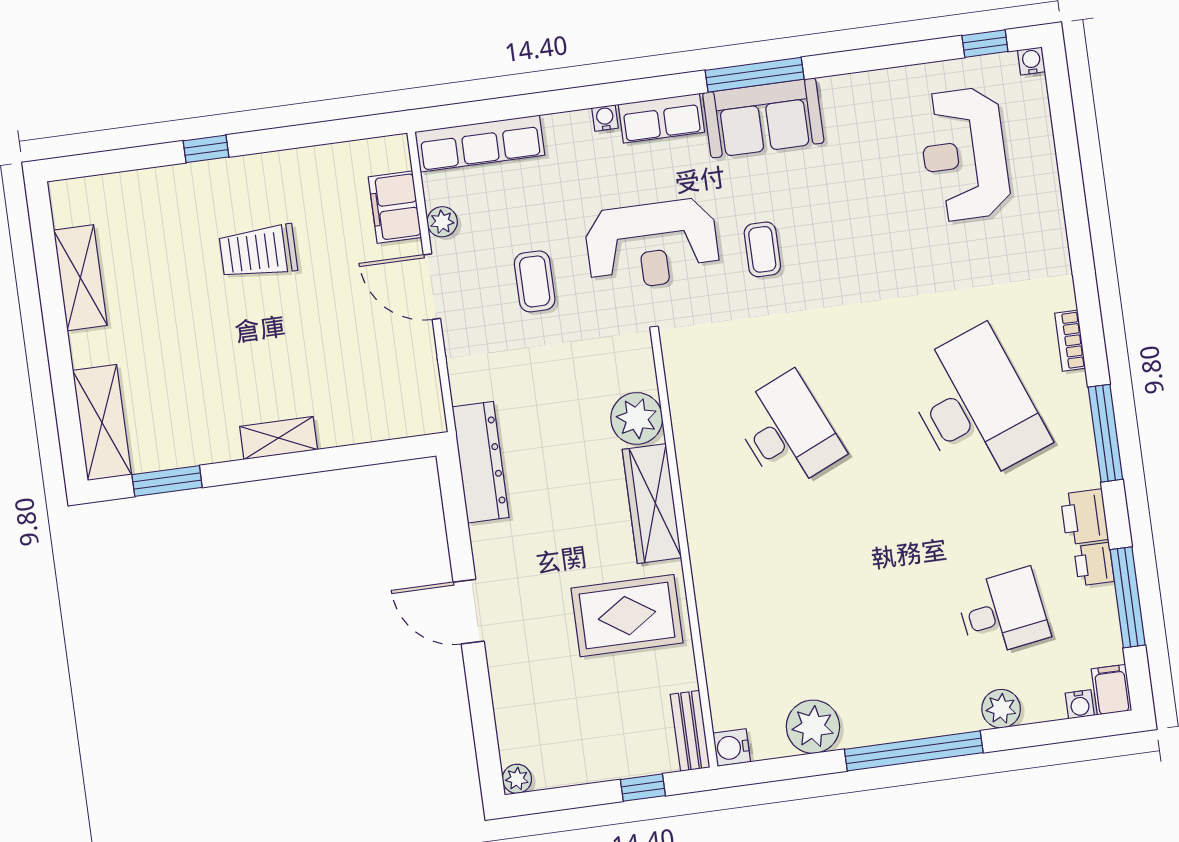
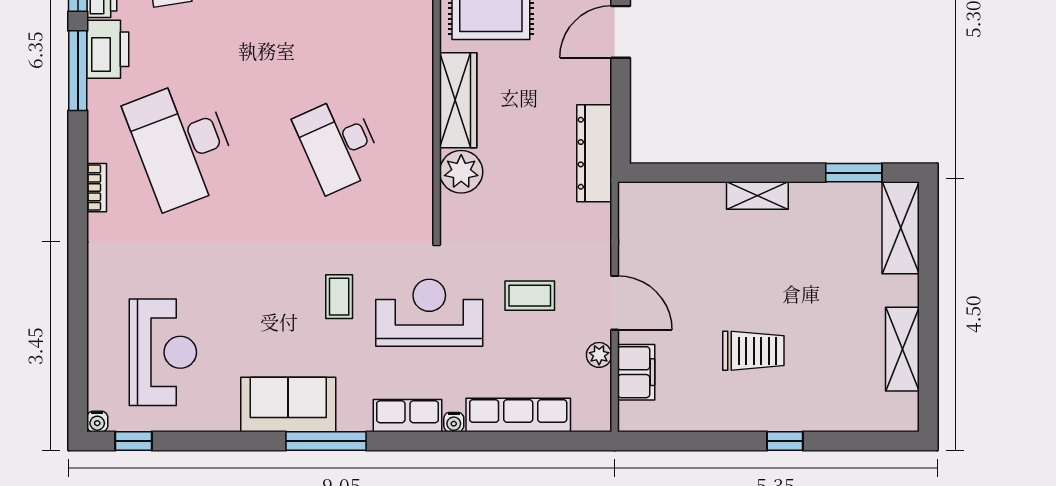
sofa: (763, 118) -> (288, 405), moved
row of seats: (480, 143) -> (518, 415), moved
coffee table: (535, 281) -> (530, 296), turned 90
window: (1105, 433) -> (78, 71), moved
printer: (1084, 517) -> (108, 49), width x1.37, depth x1.19
door: (469, 612) -> (621, 32), swing flipped

